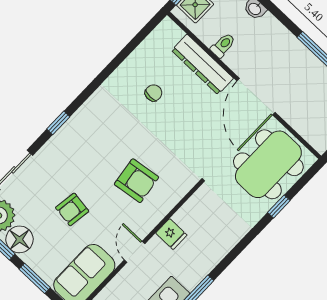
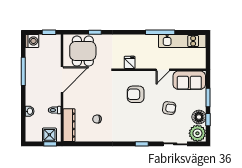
dresser: (202, 64) -> (69, 125), moved
dining table: (268, 164) -> (83, 51), width x0.73
armchair: (136, 181) -> (136, 94), turned -82
fridge: (171, 234) -> (130, 62), moved

